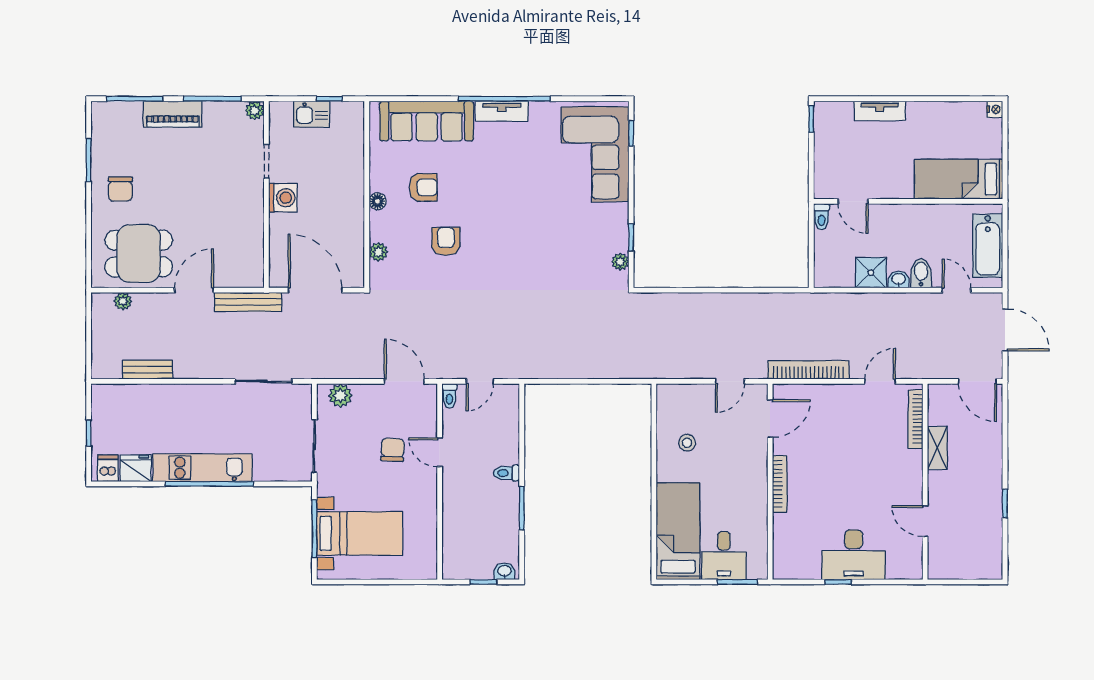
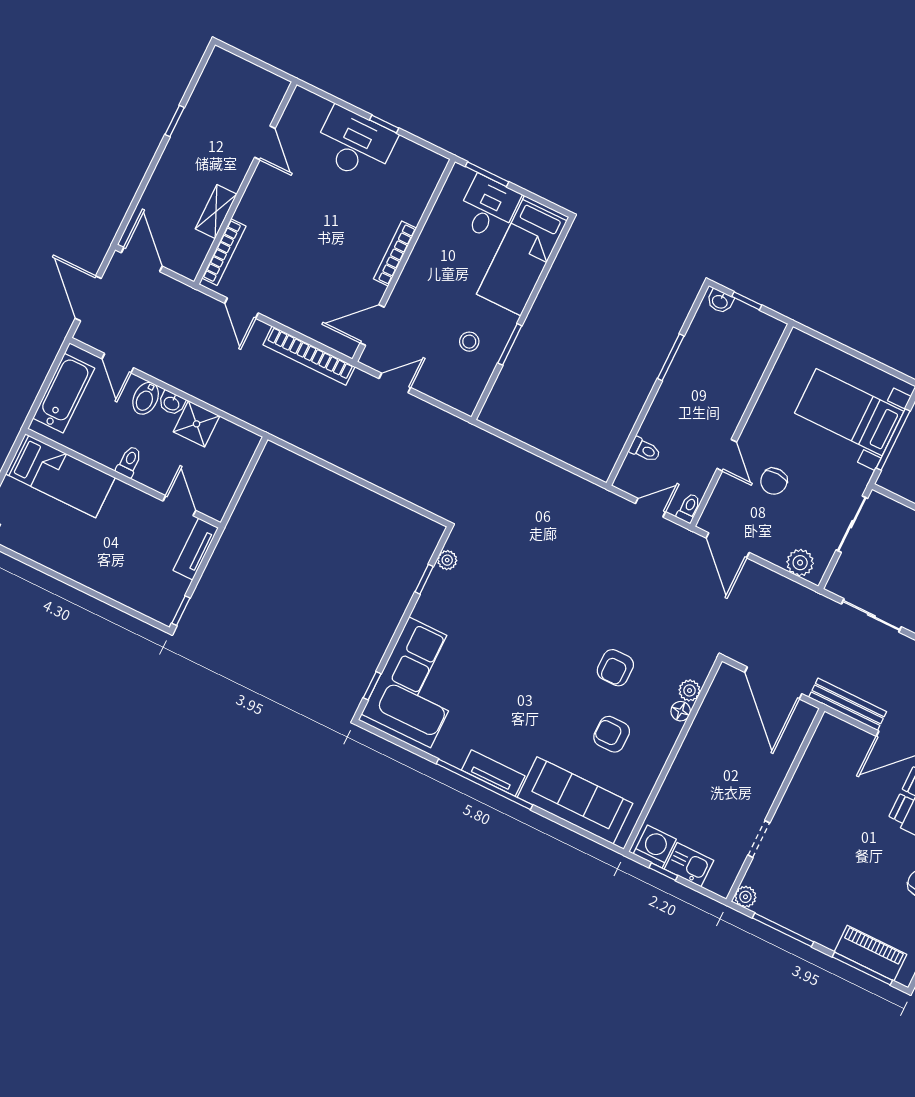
tv unit: (880, 111) -> (196, 549), moved, turned -90
piano: (173, 114) -> (870, 953), moved
washing machine: (283, 198) -> (655, 847), moved, turned 90
floor lamp: (378, 201) -> (681, 711), moved
toilet: (822, 217) -> (129, 462), moved
door: (880, 381) -> (241, 308), hinge flipped
window: (654, 456) -> (510, 344), added
toilet: (507, 473) -> (645, 450), moved

